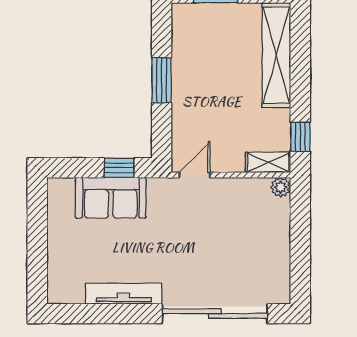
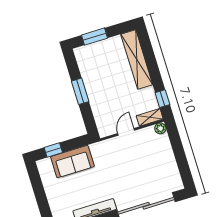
window: (119, 168) -> (53, 150), moved
door: (195, 175) -> (126, 132), moved

